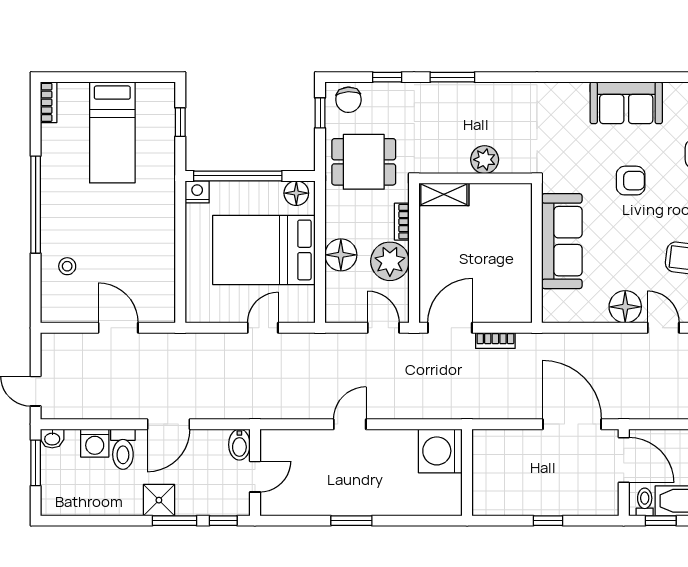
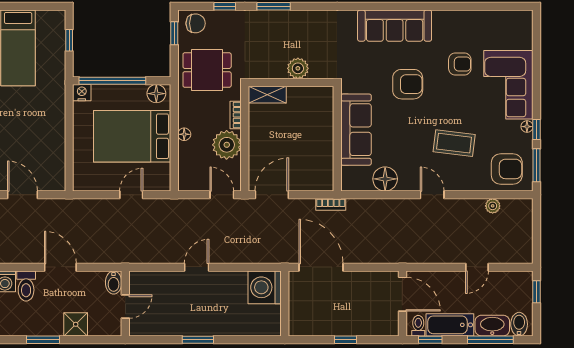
chair: (348, 100) -> (196, 23), turned -87
sofa: (626, 103) -> (395, 26), width x1.36
armchair: (631, 181) -> (408, 84), width x1.38, depth x1.38
floor lamp: (341, 255) -> (184, 134), width x0.53, depth x0.53
floor lamp: (625, 307) -> (385, 179), moved
bookcase: (495, 341) -> (331, 204), moved
door: (169, 424) -> (60, 267), swing flipped
door: (572, 424) -> (321, 267), moved
shower: (159, 500) -> (76, 324), moved
window: (175, 521) -> (43, 340), moved
window: (223, 521) -> (102, 340), removed

